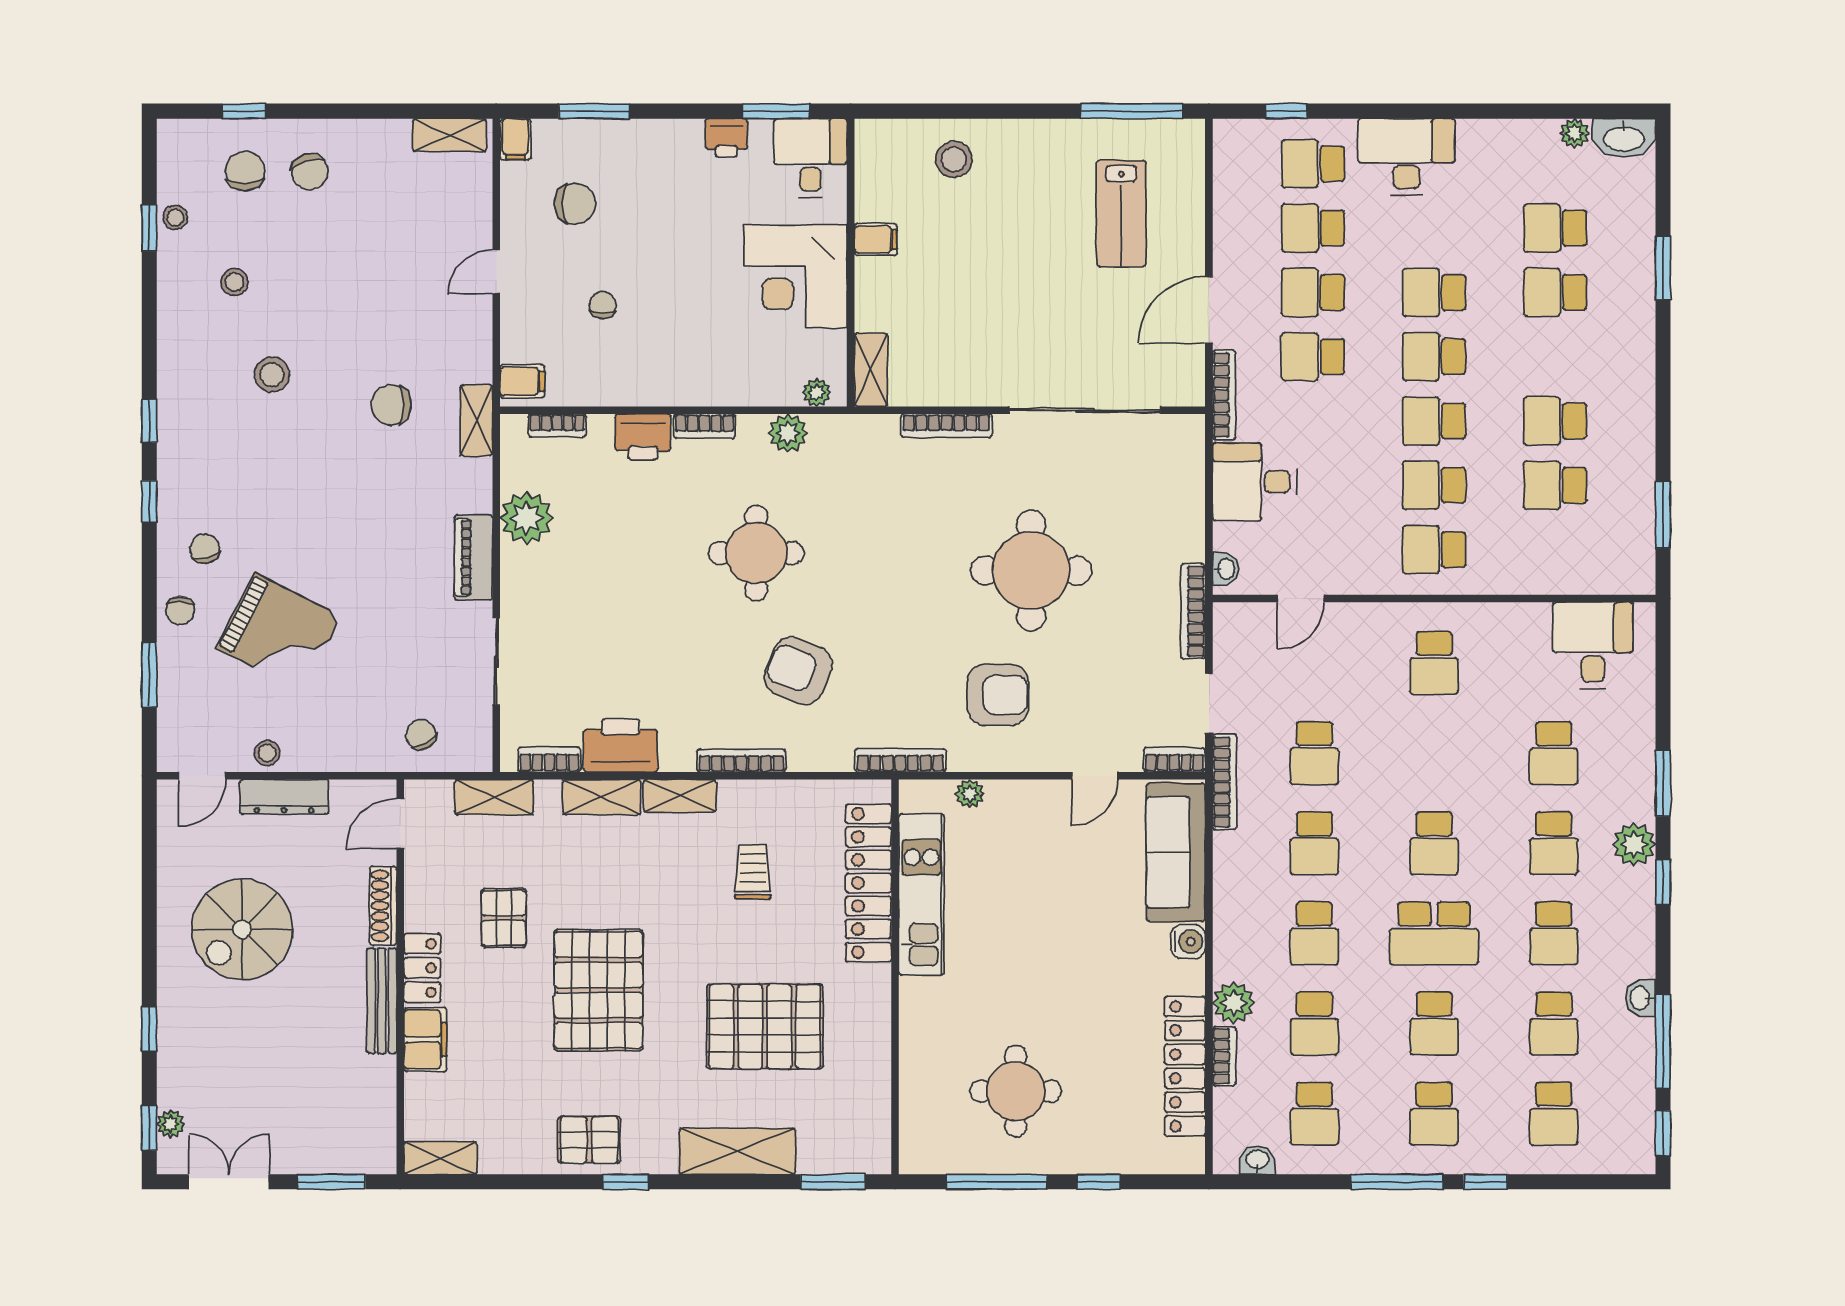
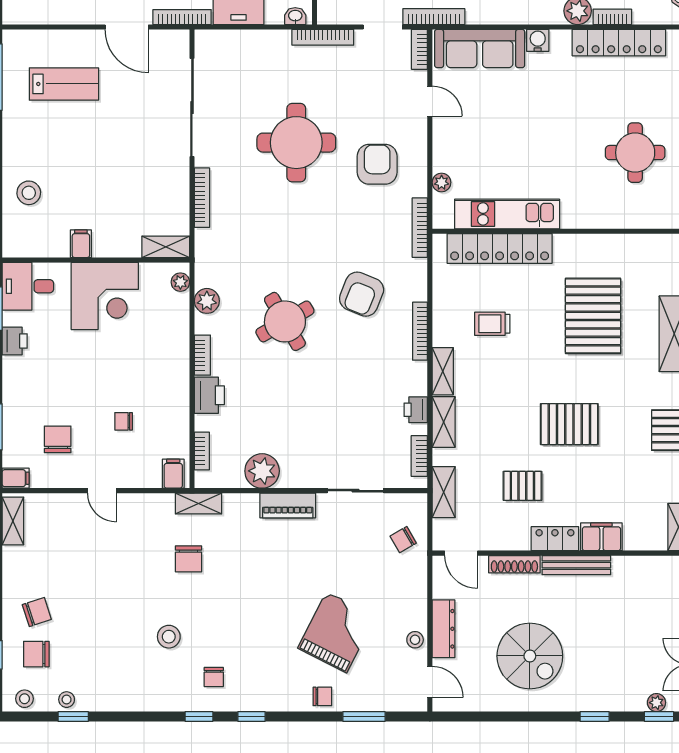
stool: (235, 282) -> (25, 699), moved
chair: (205, 549) -> (214, 677), moved, turned -76
round table: (756, 553) -> (285, 321), turned -30
printer: (621, 746) -> (416, 410), width x0.53, depth x0.68
pallet: (598, 990) -> (569, 424), width x0.73, depth x0.71

